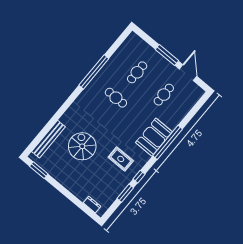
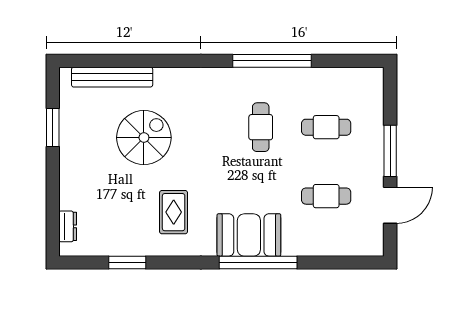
window: (39, 170) -> (53, 128), moved
window: (139, 177) -> (170, 262), removed

